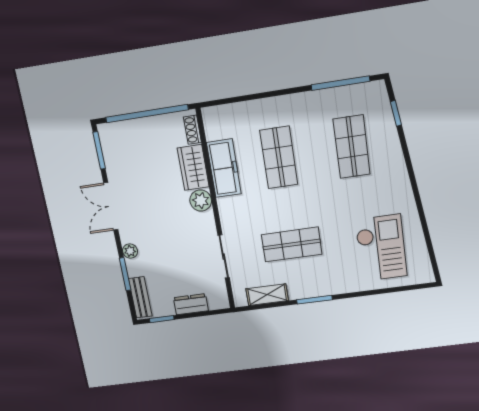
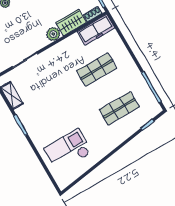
freezer: (224, 168) -> (96, 30), moved
shop shelf: (292, 244) -> (49, 98), removed
checkout: (381, 248) -> (68, 150), turned 180

